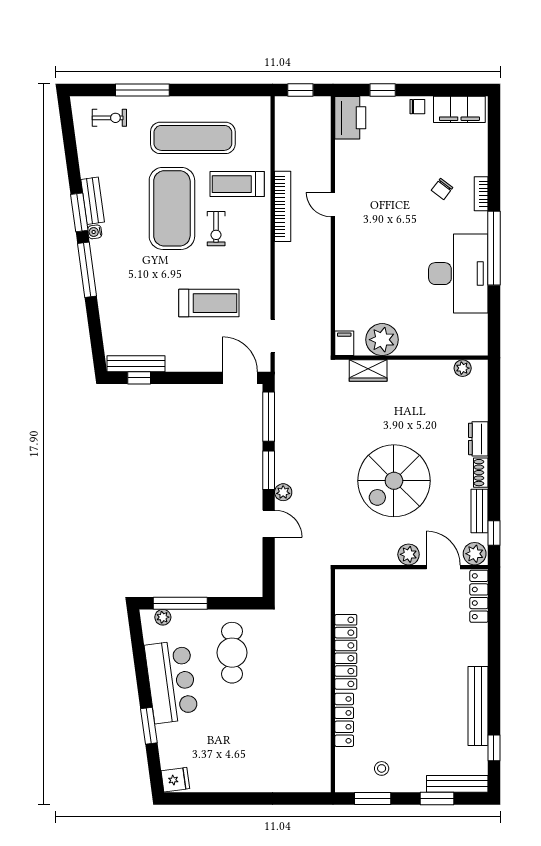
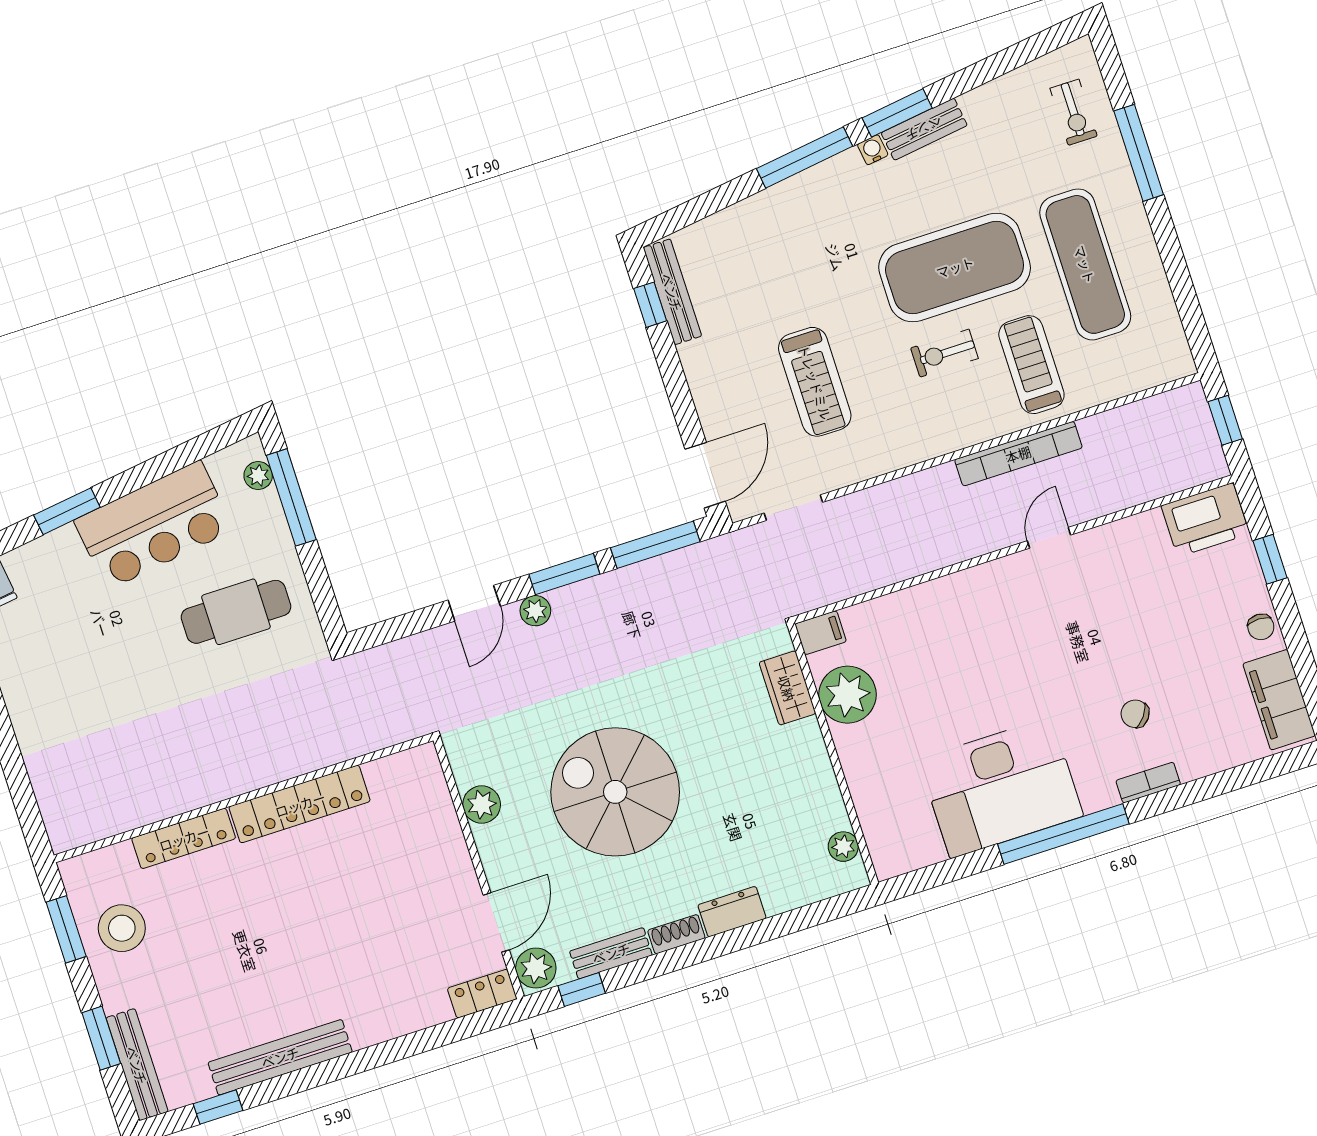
plant: (409, 554) -> (482, 805), moved
locker: (479, 596) -> (482, 994), width x0.66
stool: (382, 768) -> (122, 928), width x1.89, depth x1.89

